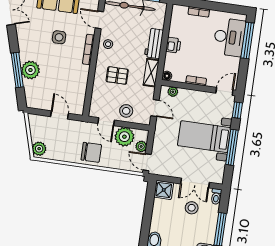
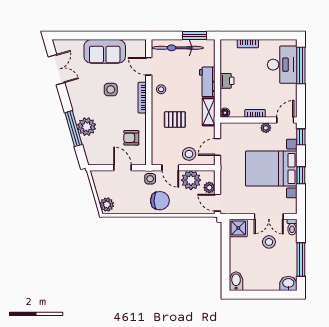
armchair: (72, 87) -> (131, 138), added
plant: (173, 92) -> (266, 128), moved
door: (155, 108) -> (218, 147), swing flipped
side table: (85, 130) -> (150, 179), added
bed with nightstands: (204, 137) -> (271, 169), width x1.36
window: (232, 147) -> (301, 175), width x0.46

